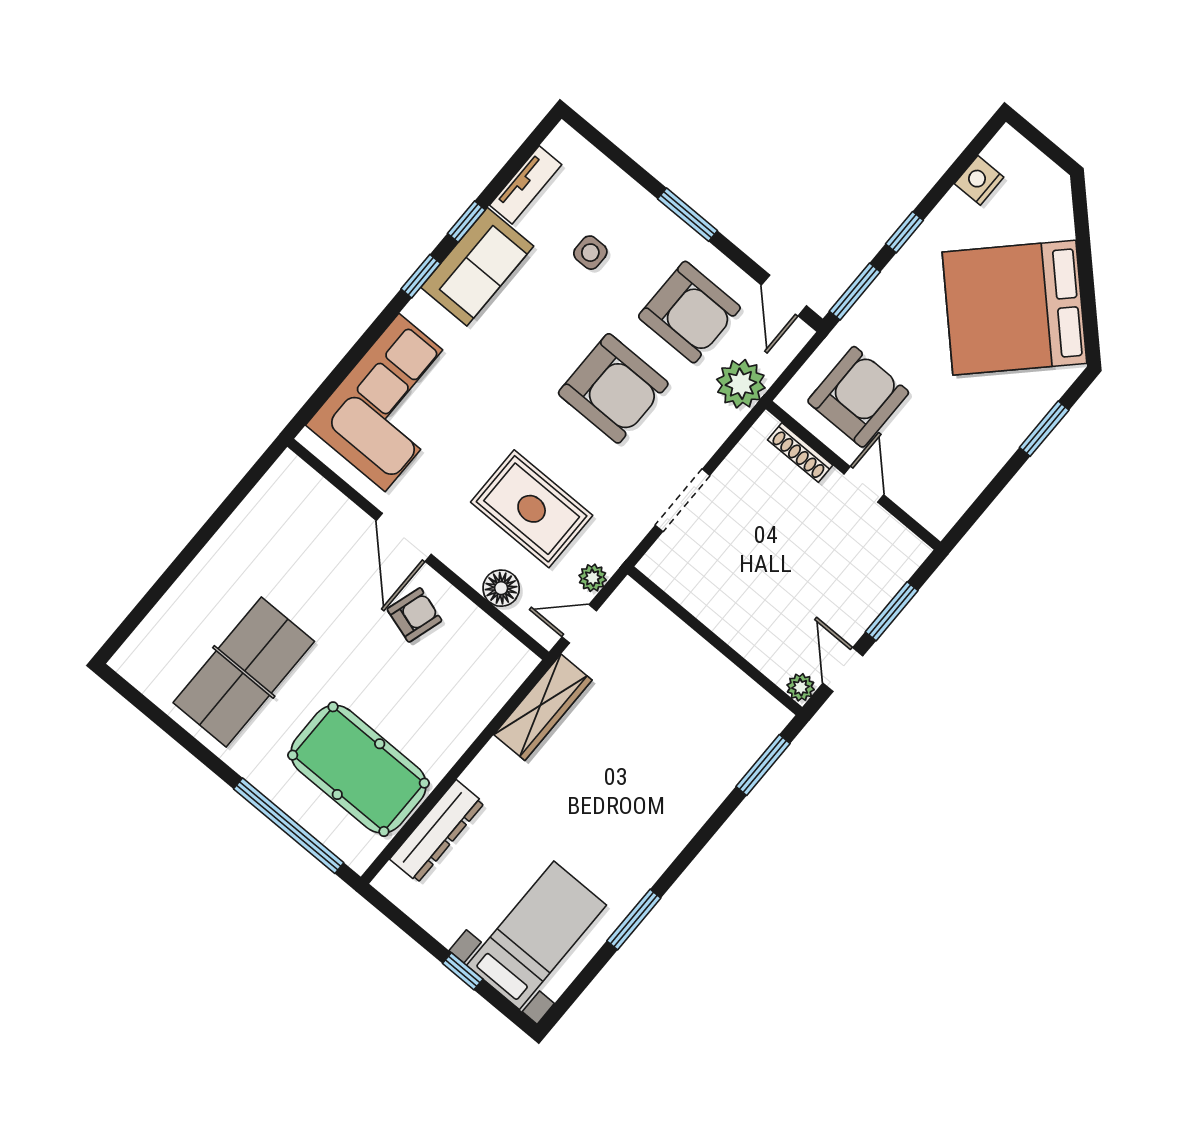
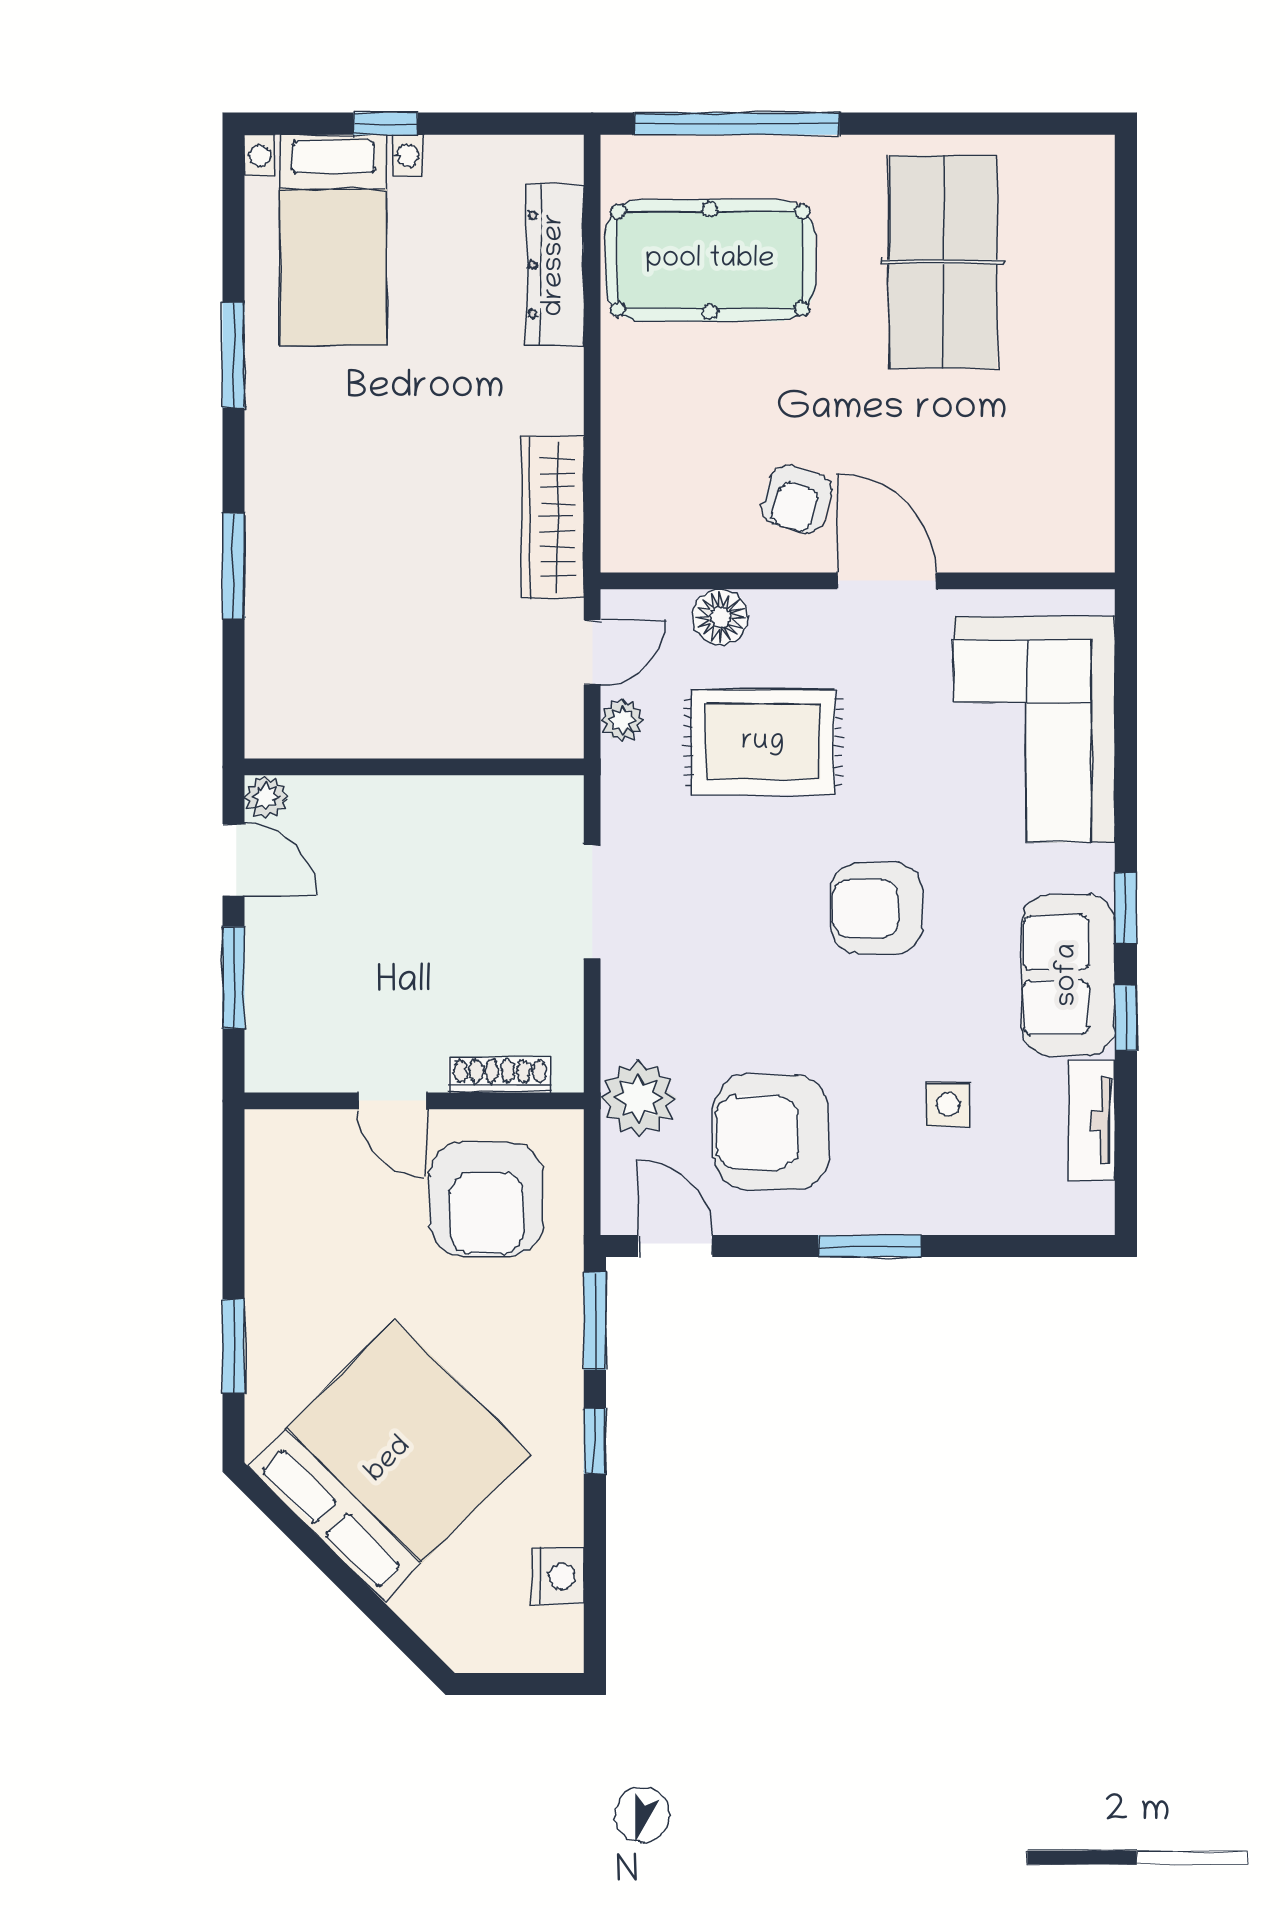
armchair: (613, 388) -> (876, 908), moved, width x0.73, depth x0.73
window: (763, 765) -> (234, 566), moved

